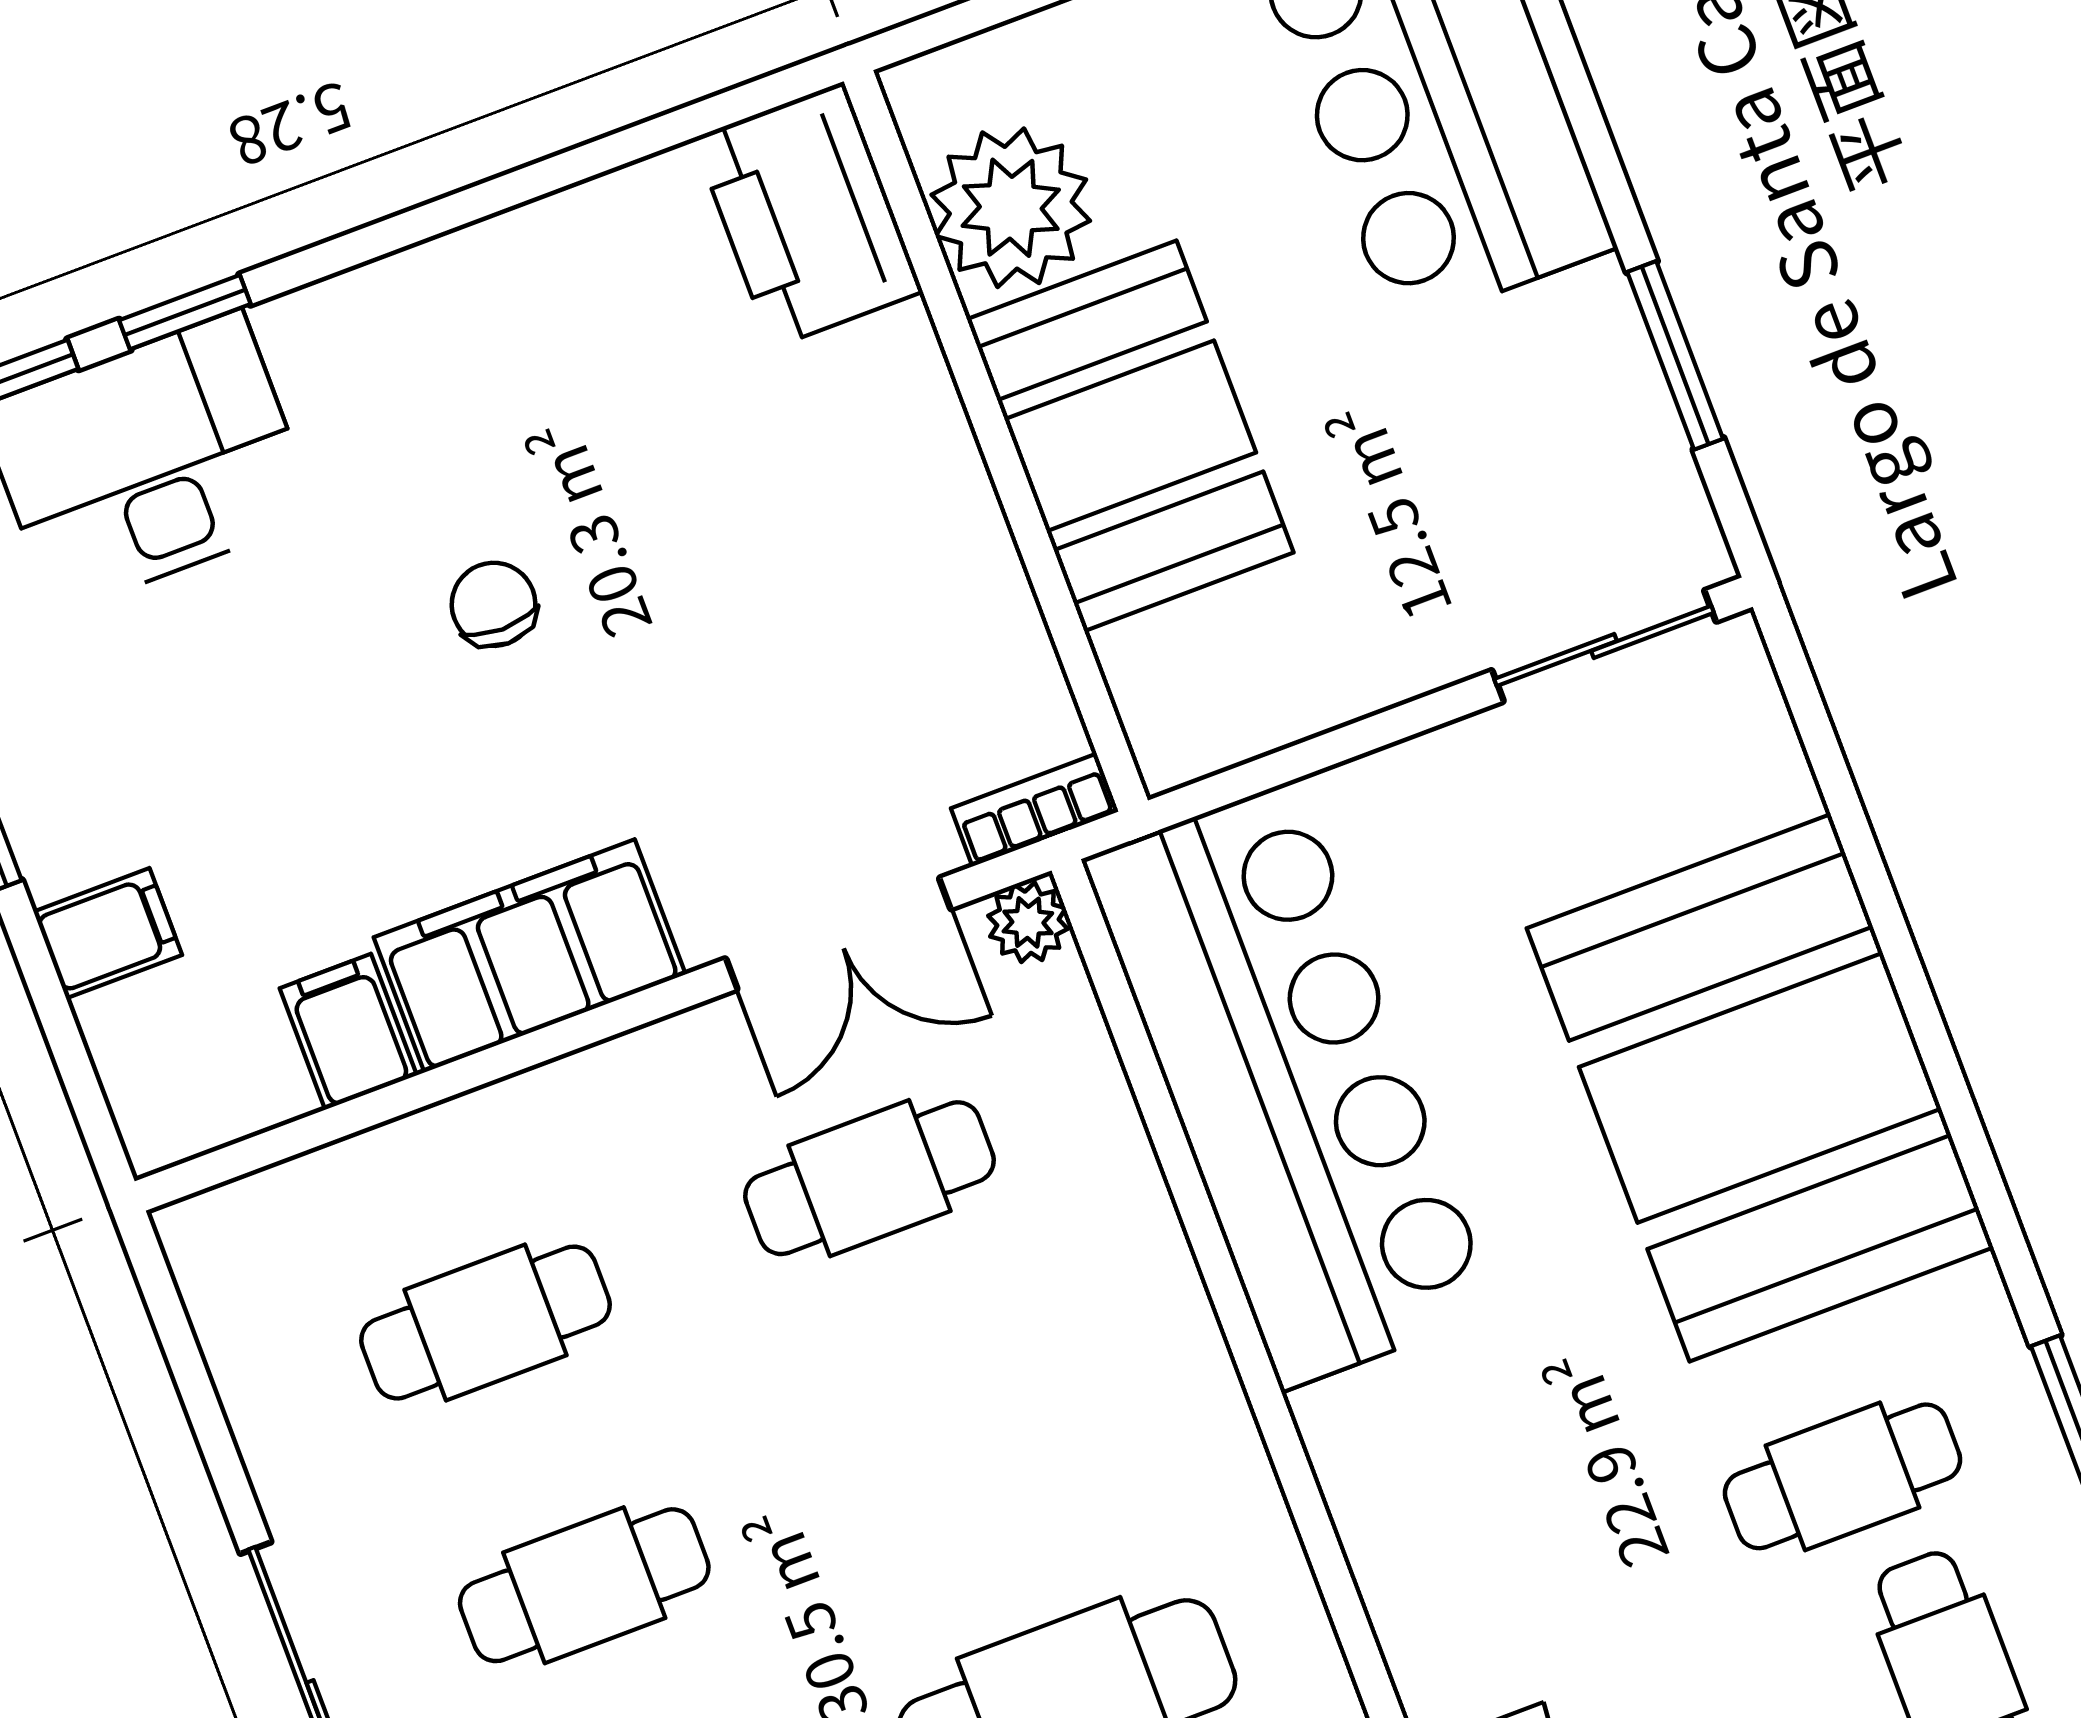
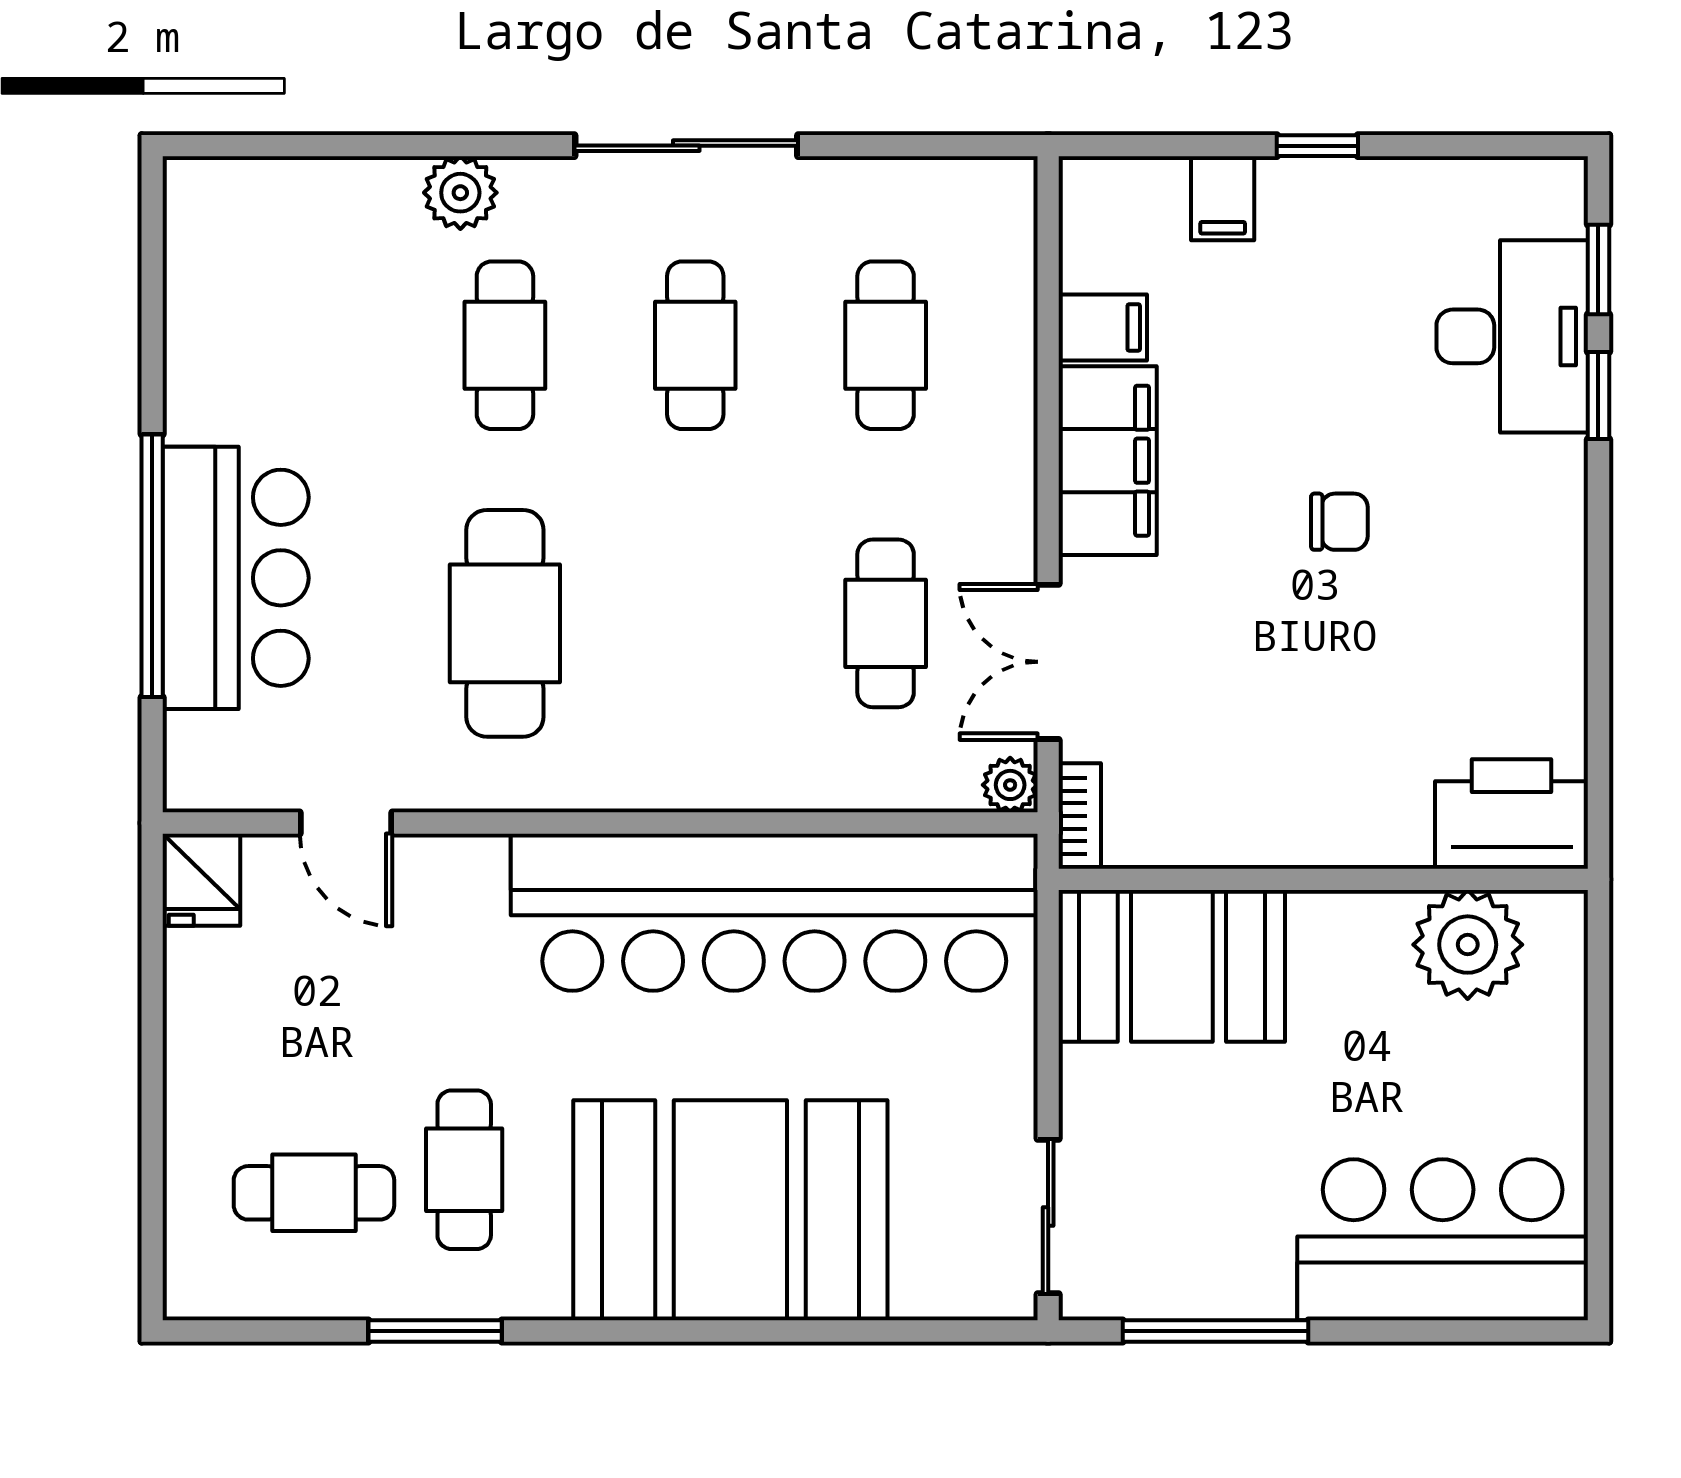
window: (1675, 355) -> (1216, 1331), width x1.44
booth: (1130, 436) -> (1172, 966), moved
bar counter: (1290, 1085) -> (774, 912), width x1.36

